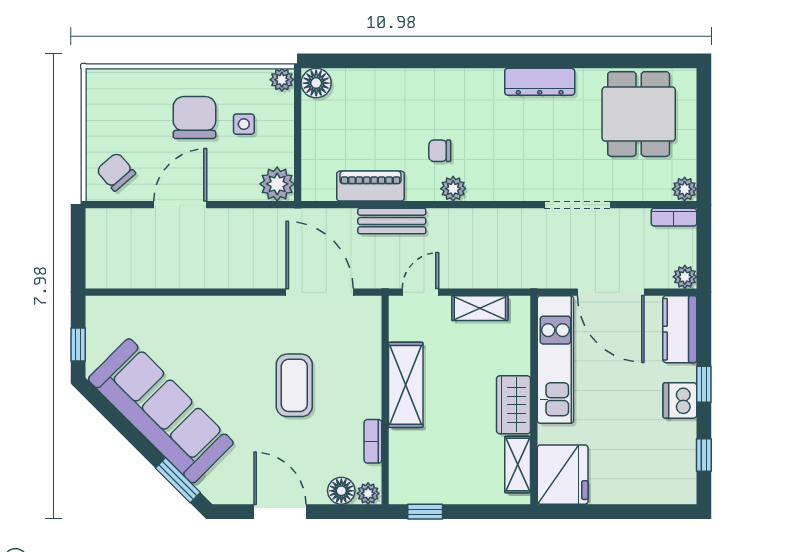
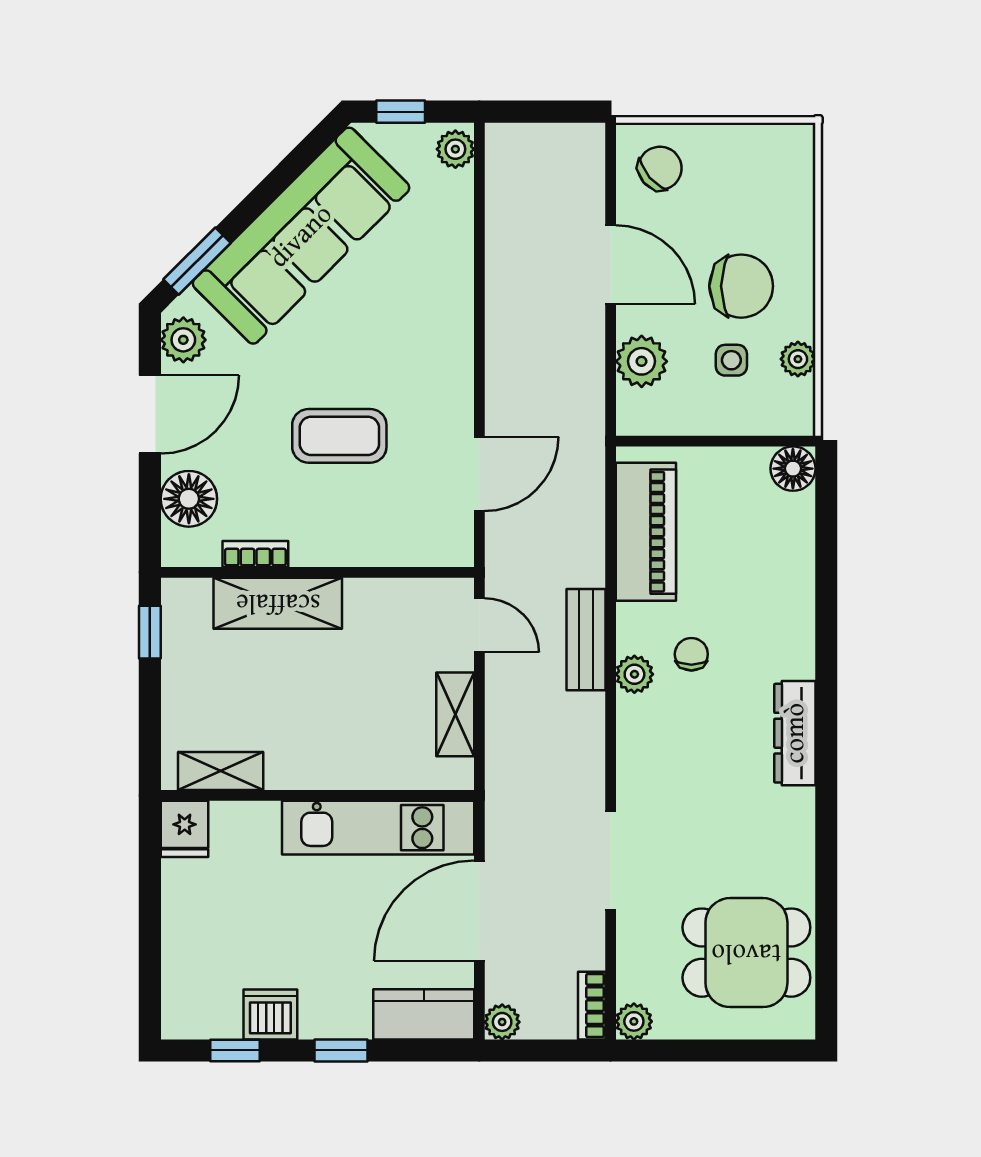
plant: (282, 80) -> (798, 359), moved
dresser: (540, 82) -> (795, 733), moved
plant: (277, 184) -> (642, 361), moved
piano: (370, 186) -> (646, 532), width x1.37, depth x1.33
bench: (392, 221) -> (586, 640), moved
door: (320, 292) -> (479, 474), width x0.73
plant: (103, 308) -> (455, 149), added
shelving: (406, 385) -> (278, 603), moved
dishwasher: (680, 400) -> (270, 1014), moved
wardrobe: (514, 405) -> (310, 765), removed
fridge: (563, 475) -> (185, 829), width x0.53, depth x0.75
floor lamp: (341, 491) -> (189, 499), width x1.38, depth x1.38
plant: (368, 493) -> (183, 340), moved, width x1.37, depth x1.37

